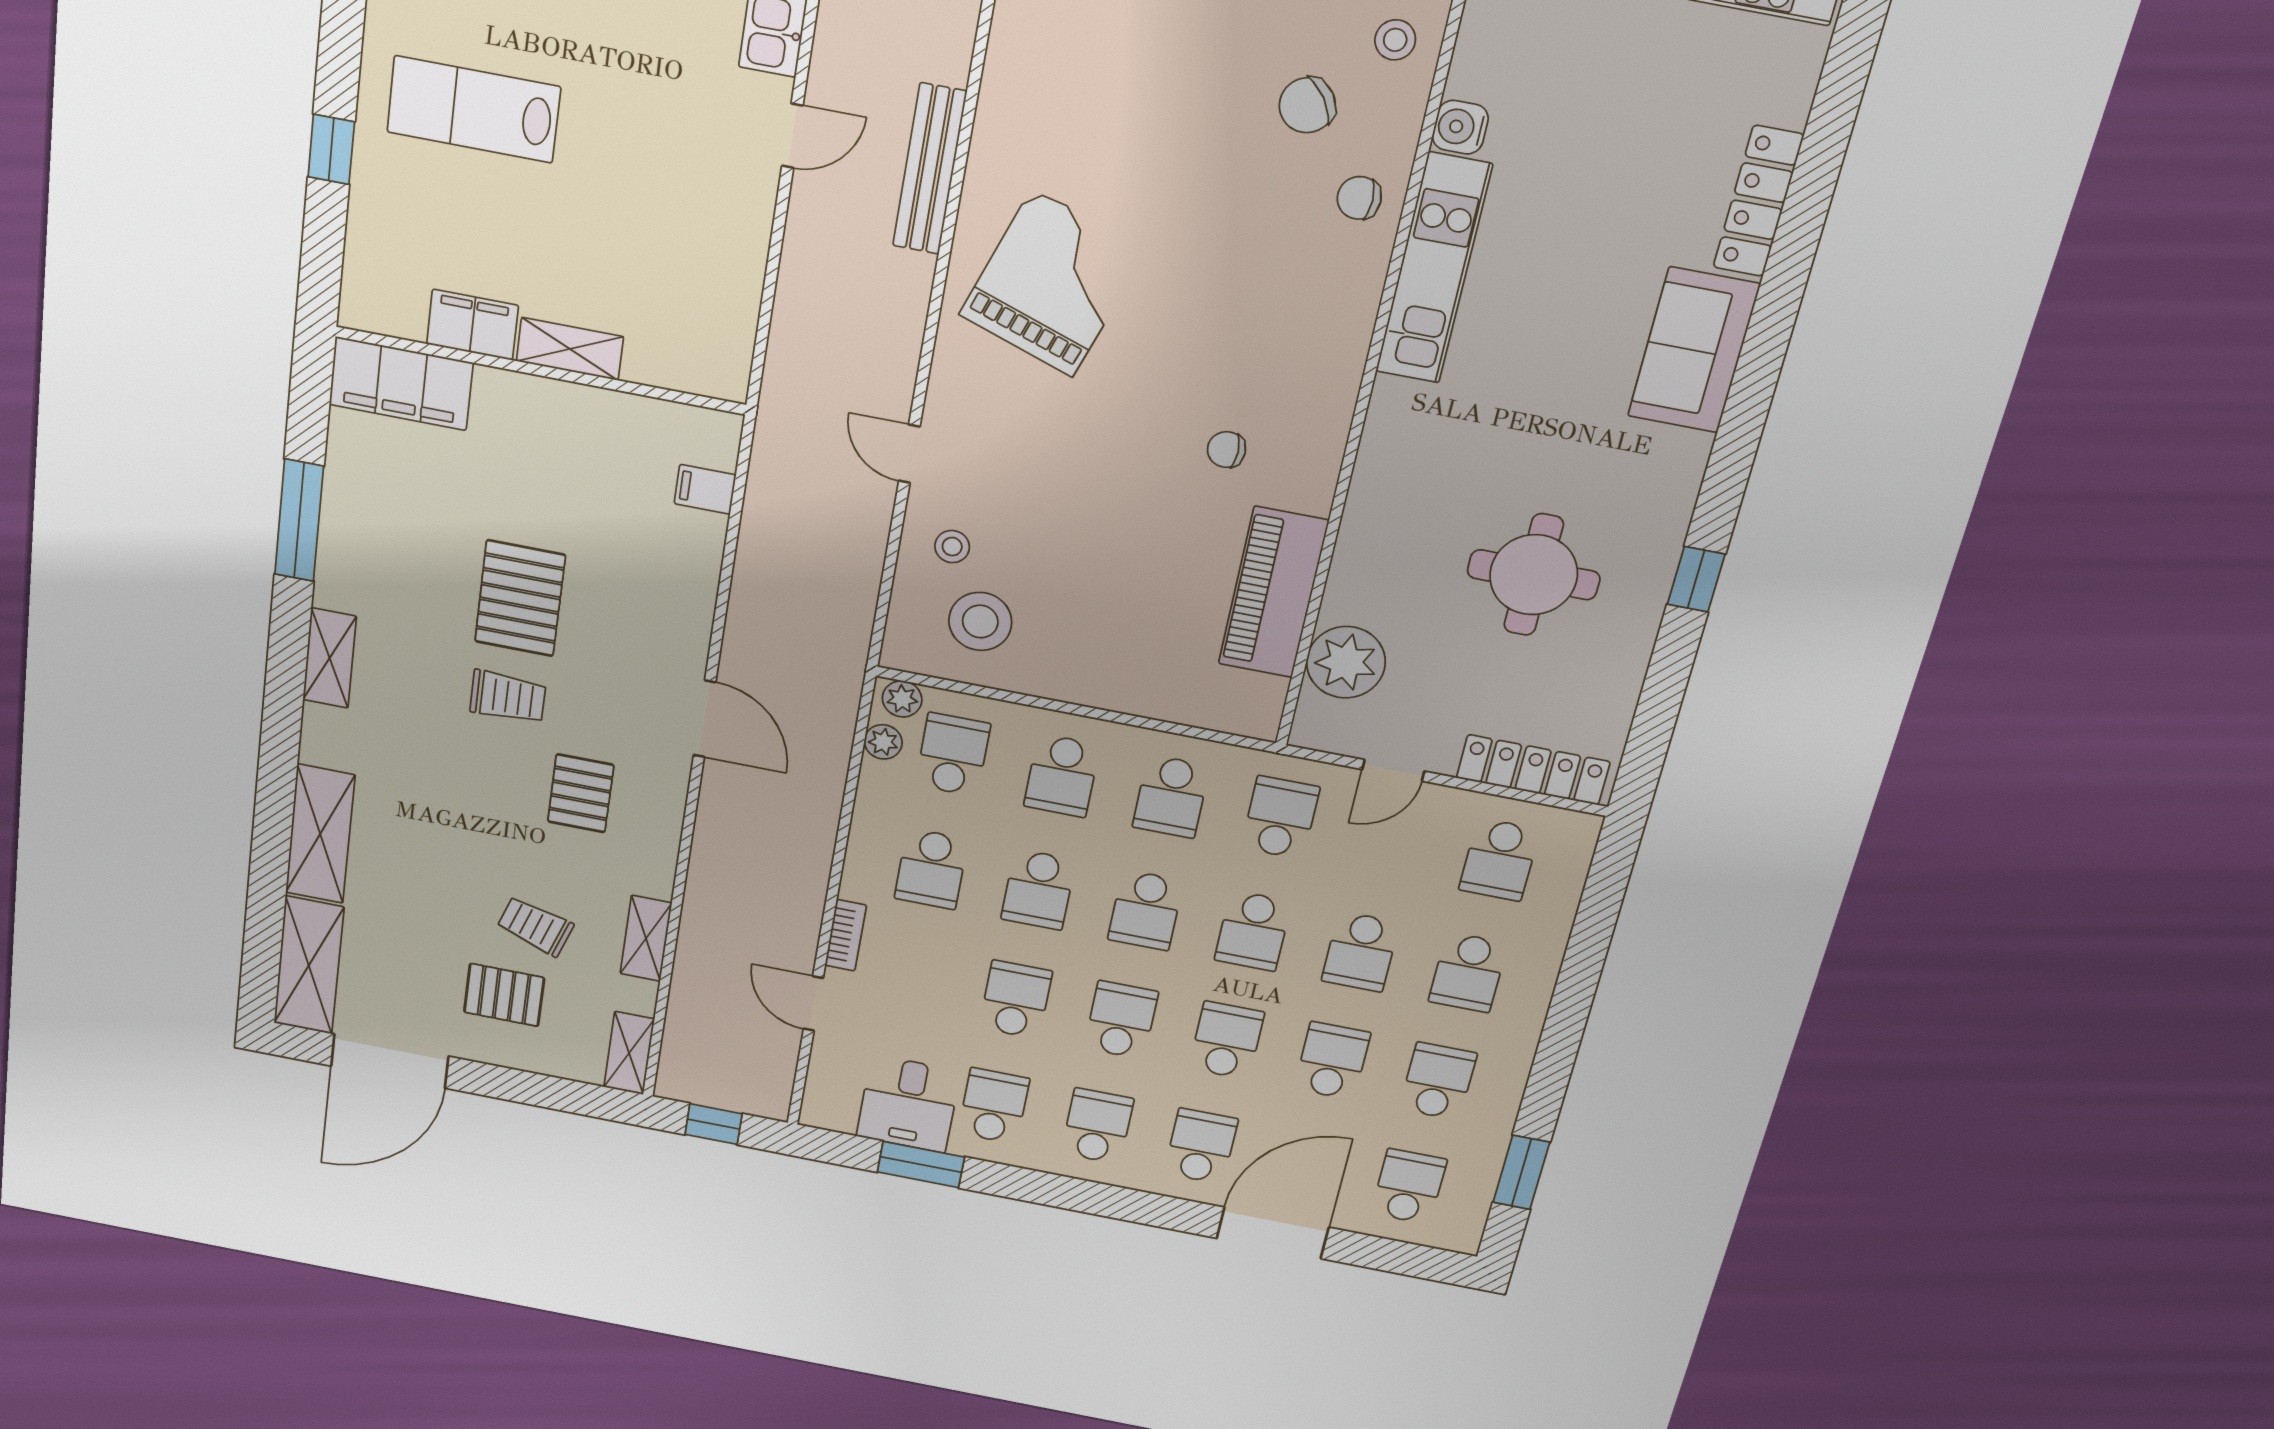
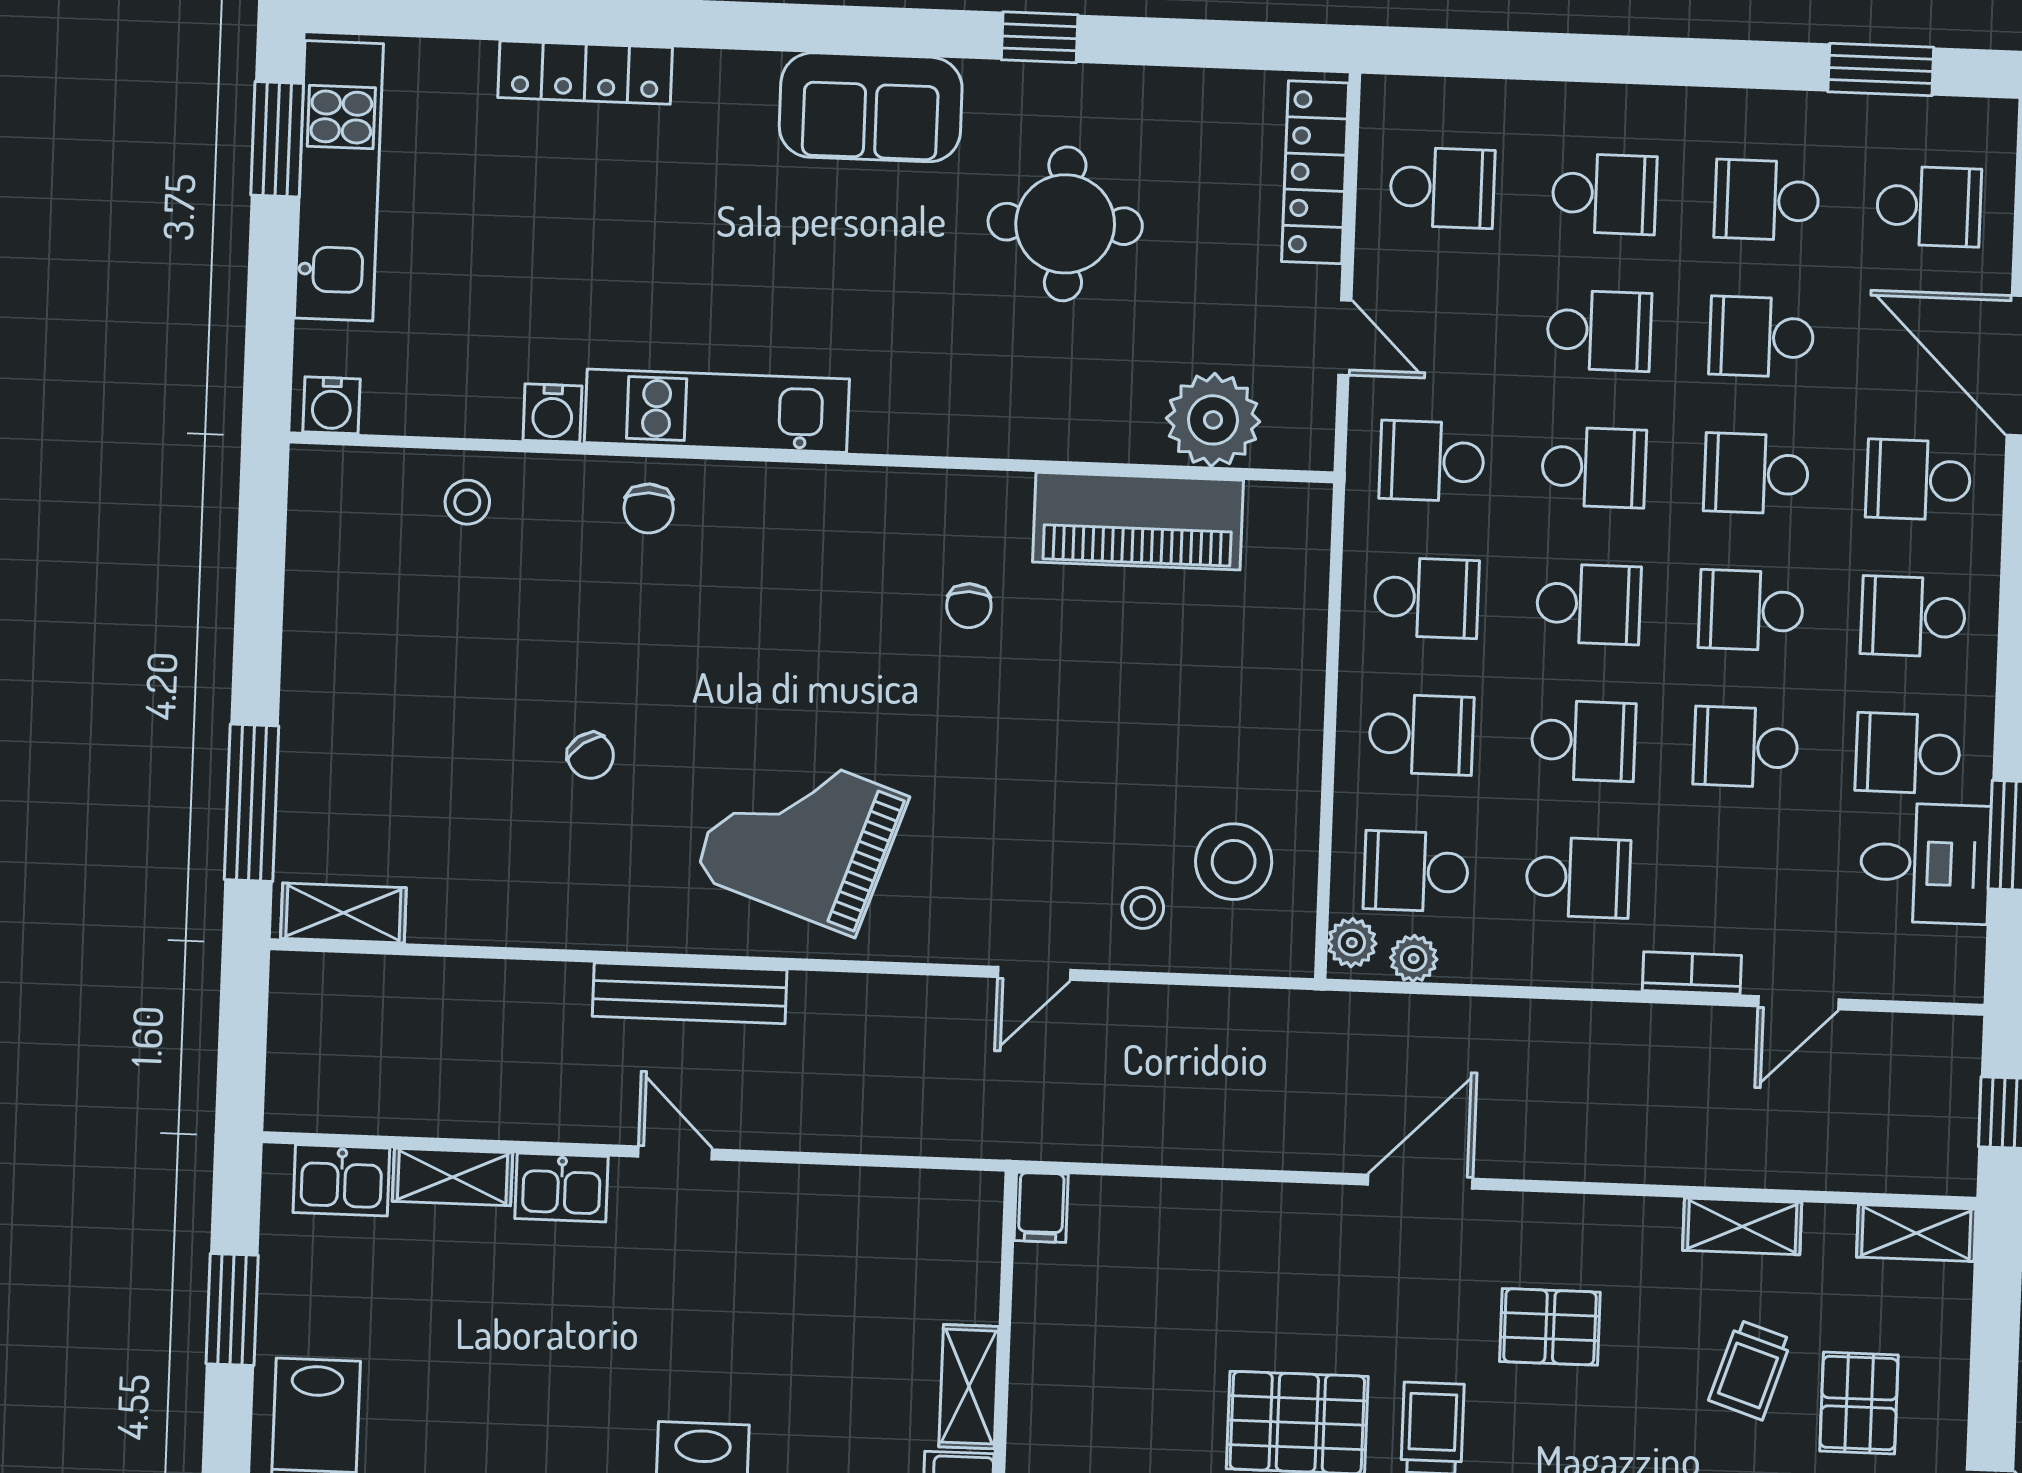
chair: (1307, 105) -> (591, 756), moved, width x0.73, depth x0.73
sofa: (1694, 350) -> (871, 107), moved
filing cabinet: (705, 489) -> (1041, 1207), moved
school desk: (1409, 1186) -> (1929, 206), turned 180

